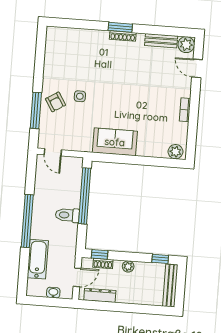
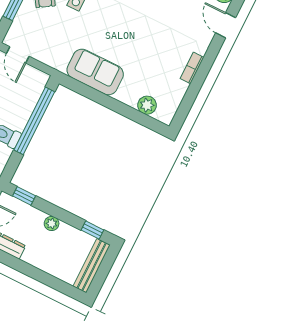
plant: (175, 152) -> (147, 105), moved
shoe rack: (103, 263) -> (24, 208), removed

